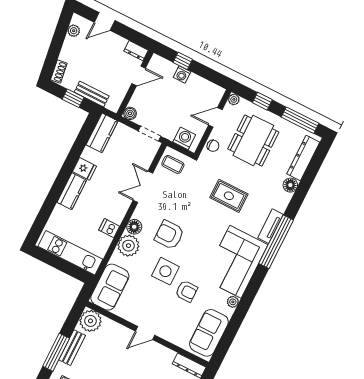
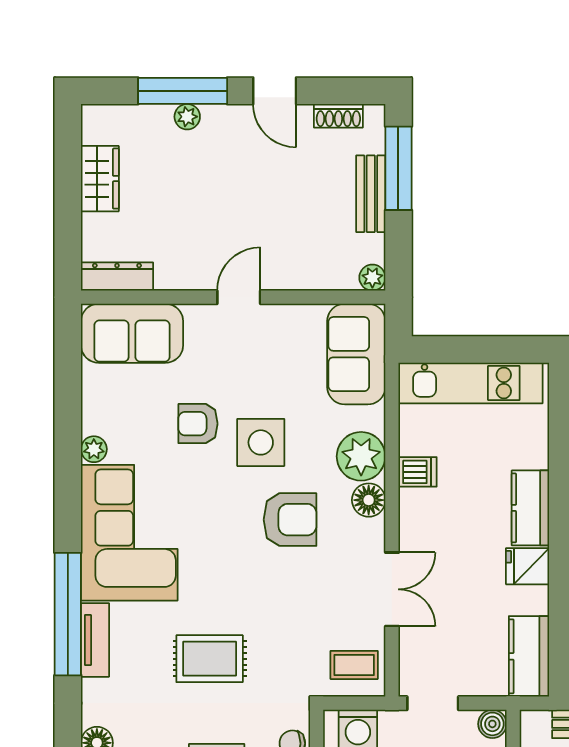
plant: (90, 321) -> (372, 278), width x0.53, depth x0.53
sofa: (209, 333) -> (132, 333), moved, turned 90

